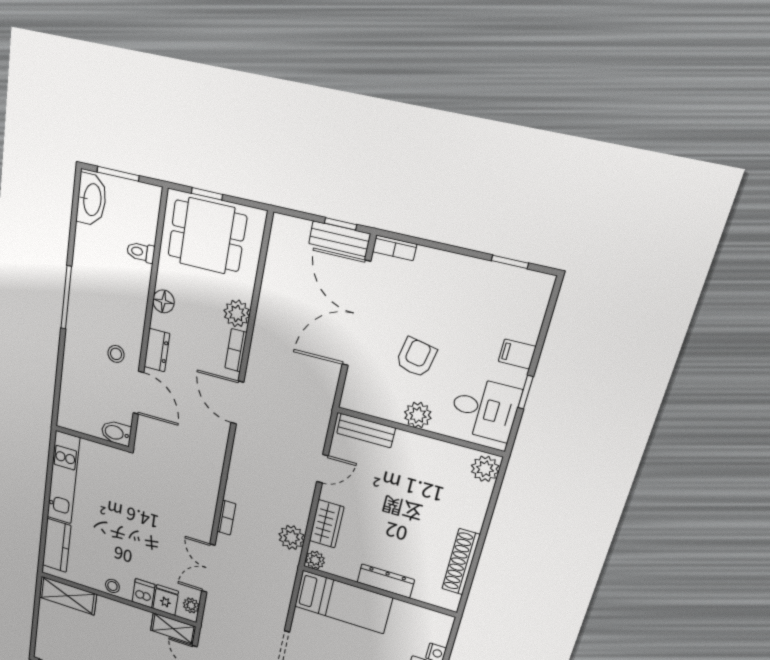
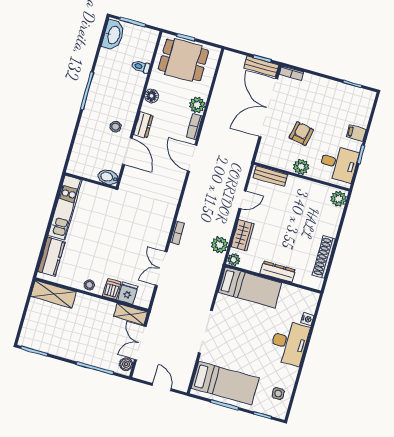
plant: (191, 606) -> (146, 296), removed

